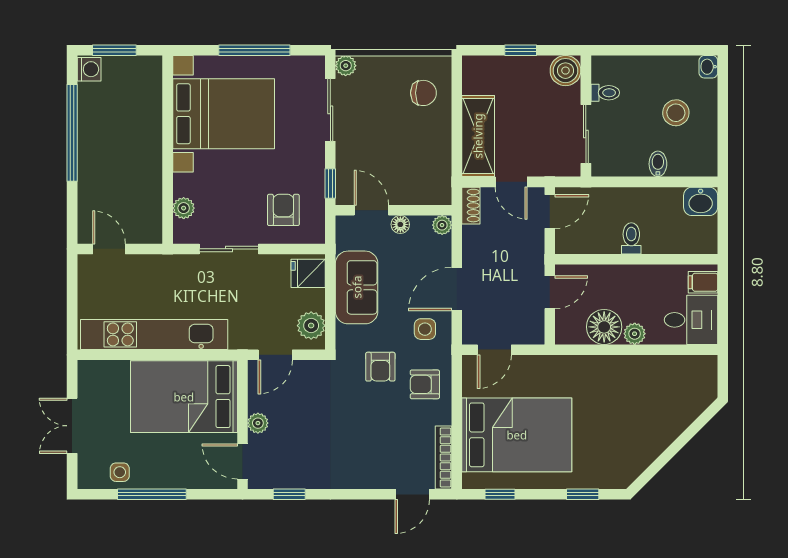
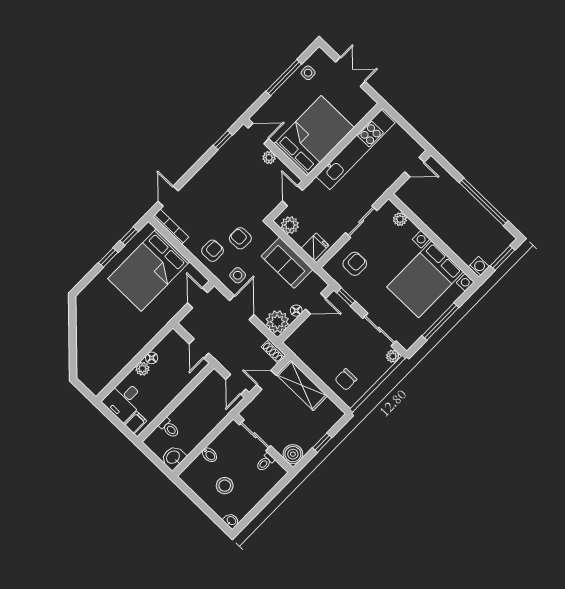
washing machine: (89, 69) -> (479, 267), moved, turned 180
armchair: (283, 210) -> (355, 264), turned -90
plant: (442, 225) -> (277, 322), width x1.87, depth x1.87
toilet: (631, 238) -> (169, 428), moved
floor lamp: (604, 327) -> (152, 358), width x0.53, depth x0.53
window: (583, 494) -> (108, 258), moved

